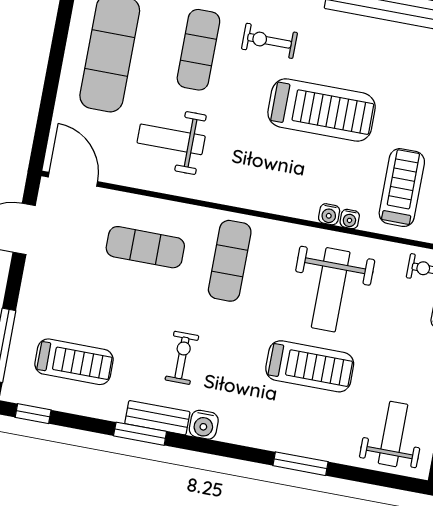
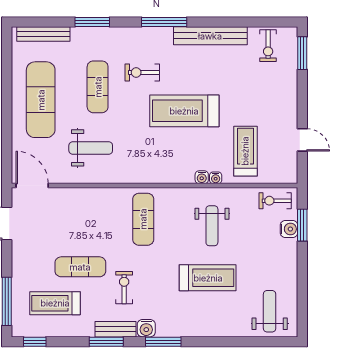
treadmill: (322, 110) -> (184, 111), turned 180
weight bench: (171, 139) -> (91, 148), turned 180
exercise mat: (145, 247) -> (80, 267), moved
weight bench: (331, 290) -> (212, 226), width x0.73, depth x0.75
treadmill: (74, 362) -> (55, 303), turned 180
window: (300, 464) -> (163, 342), moved

